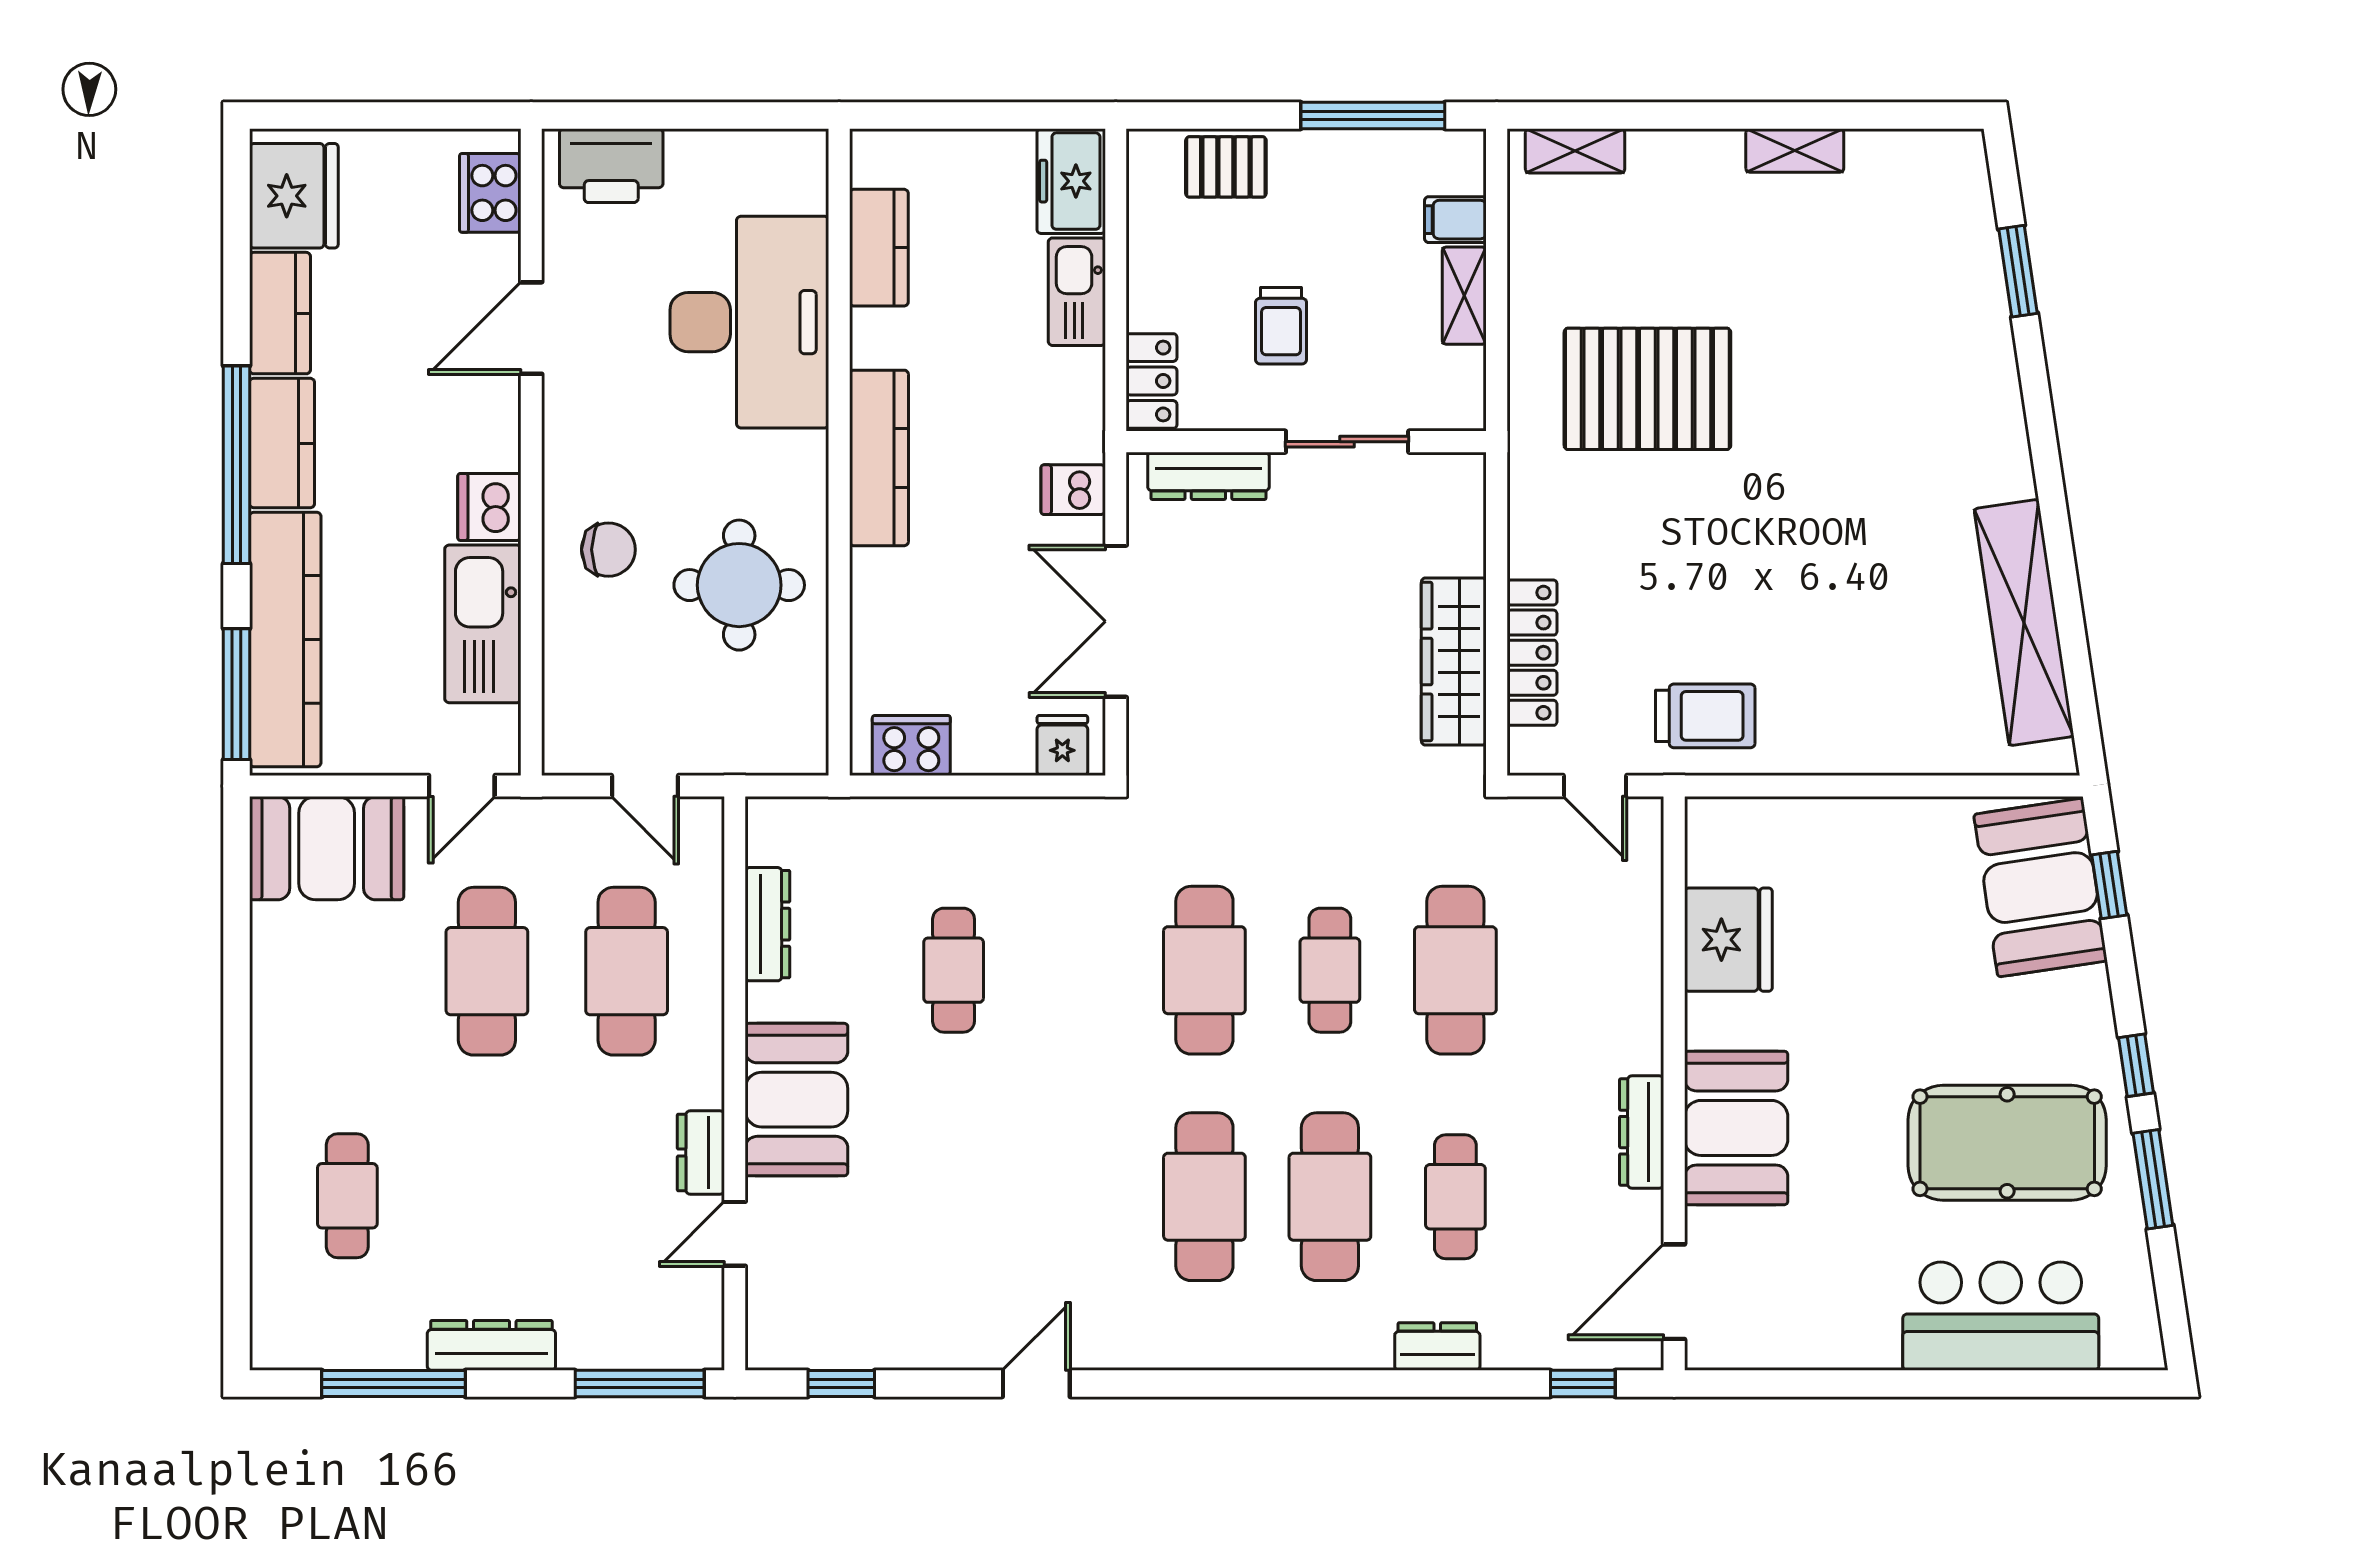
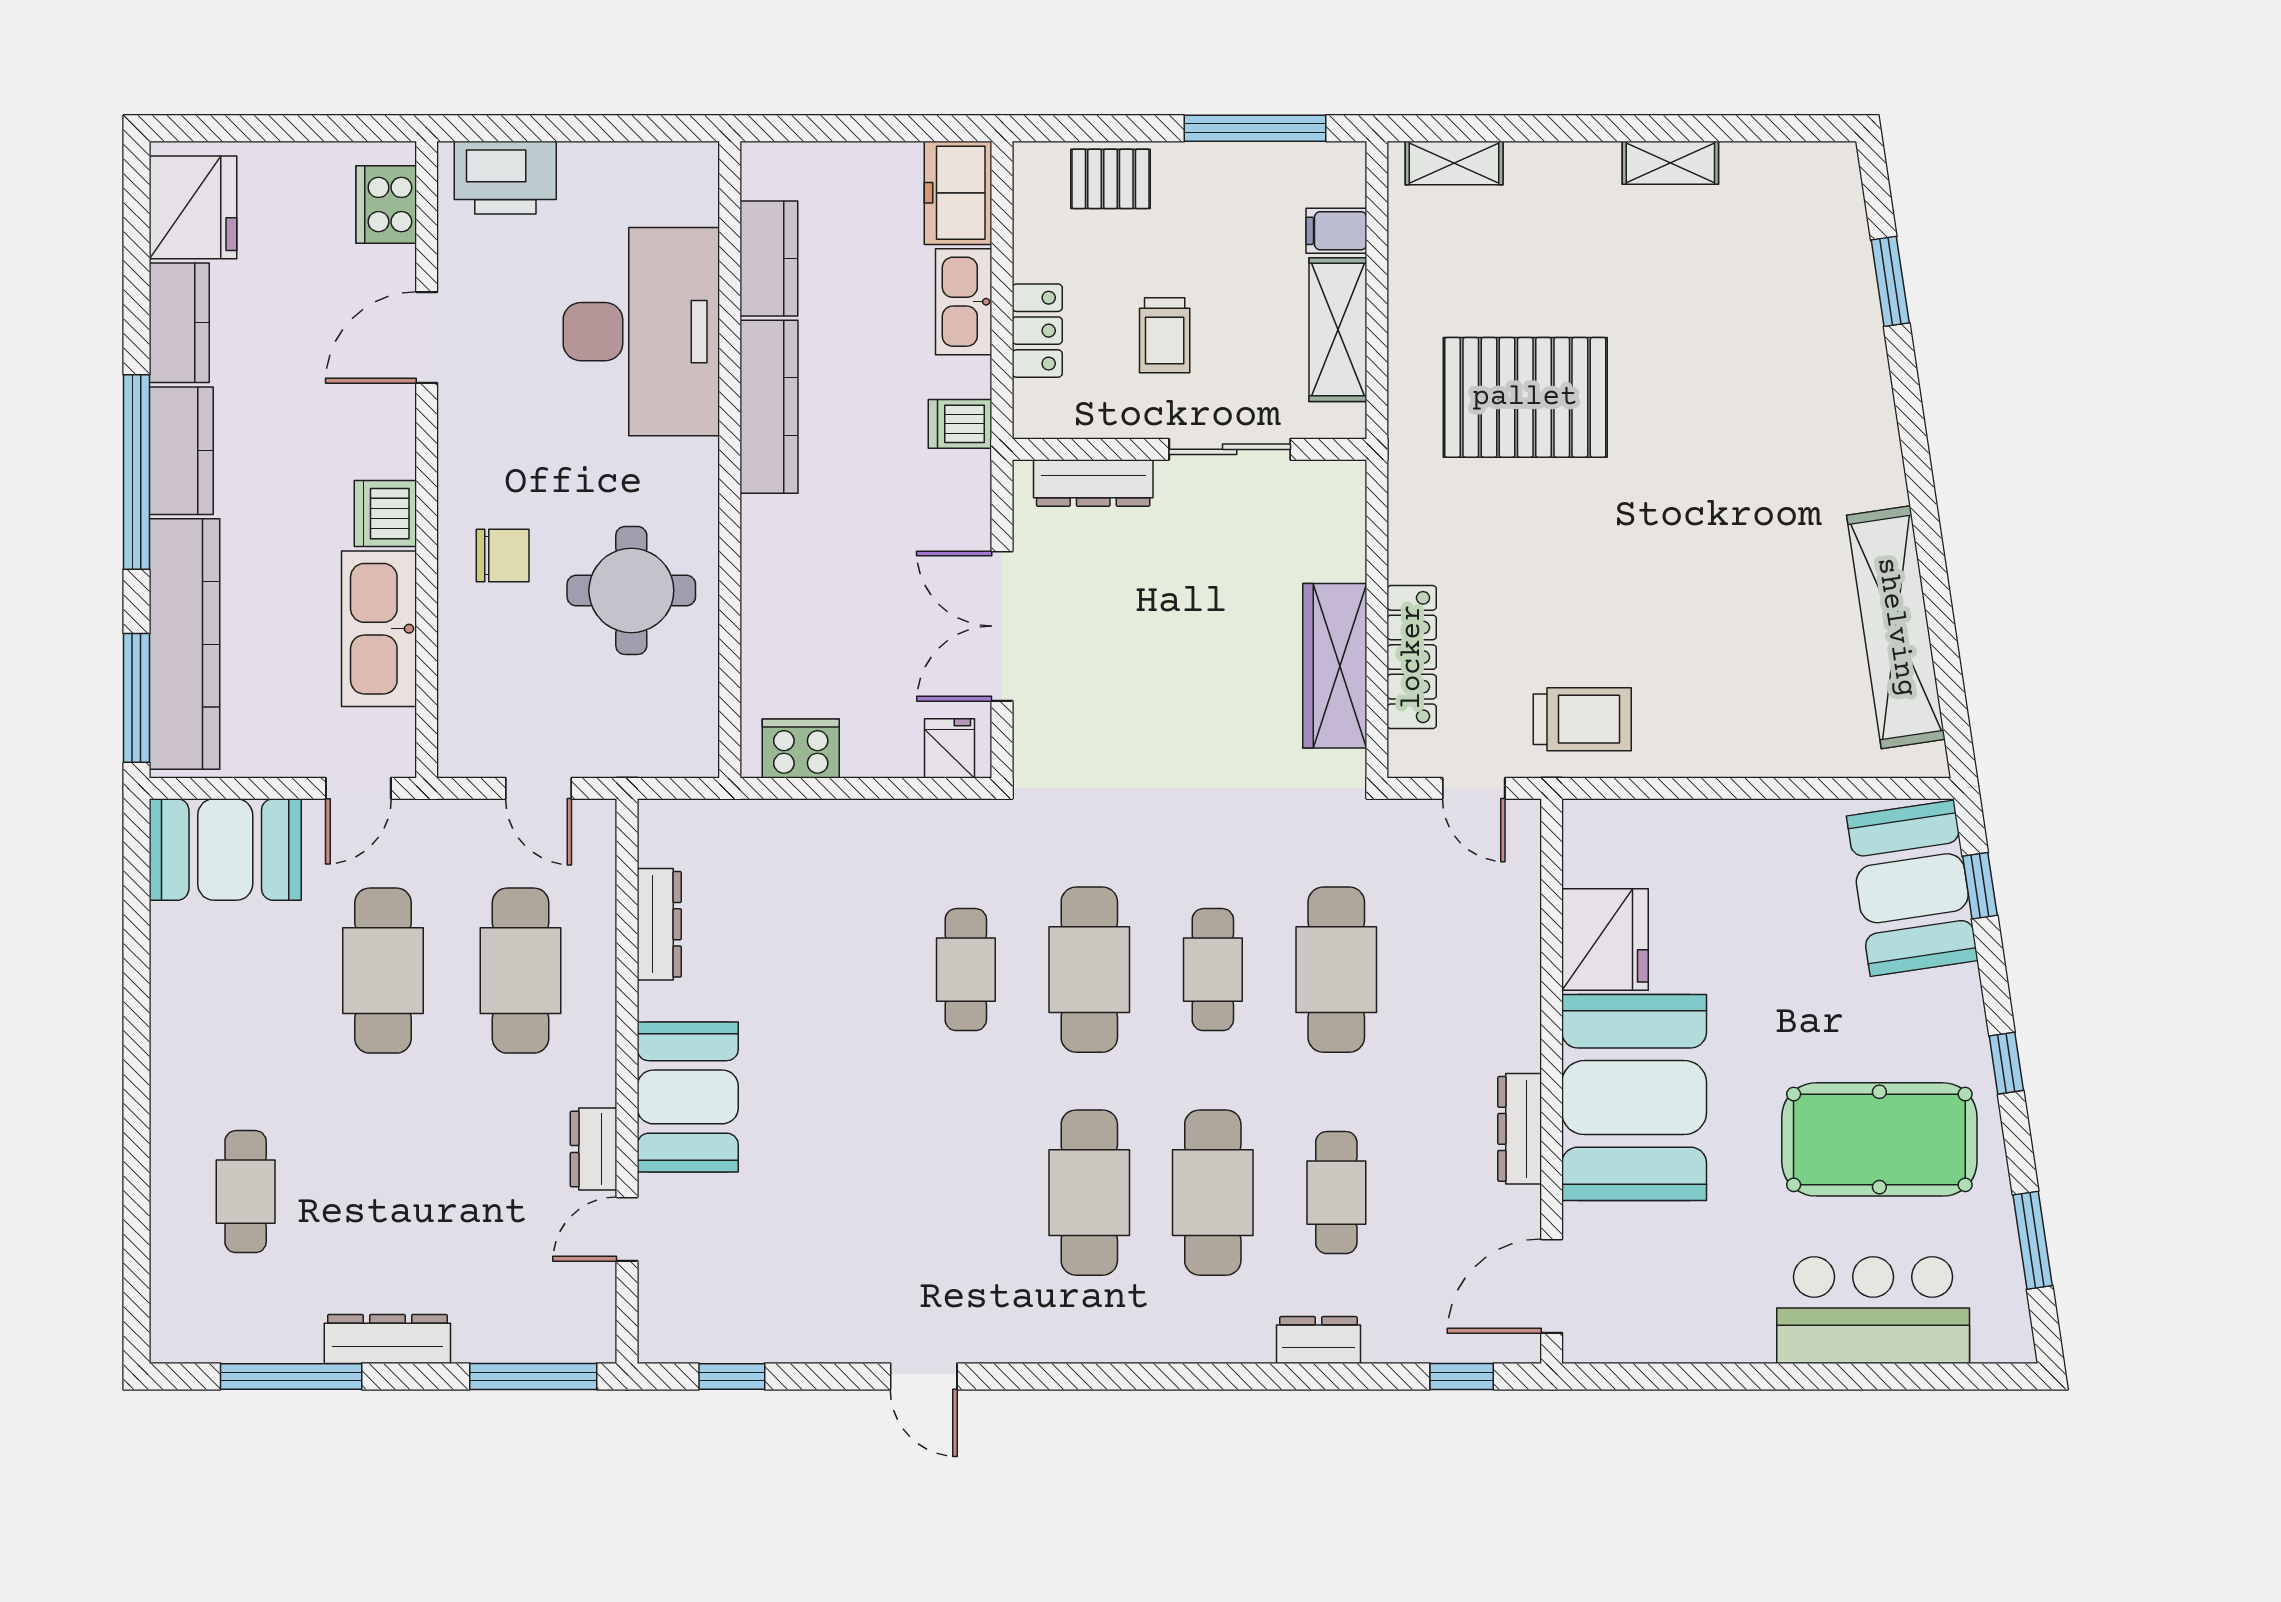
shelving: (1464, 296) -> (1338, 330), width x1.50, depth x1.33
locker: (1152, 381) -> (1037, 331), moved
kitchen counter: (879, 458) -> (769, 407), moved
dishwasher: (1073, 490) -> (960, 424), moved
cafe table: (954, 970) -> (966, 970), moved
booth: (1736, 1128) -> (1634, 1098), width x1.36, depth x1.42
window: (2153, 1179) -> (2033, 1240), moved
door: (1036, 1384) -> (924, 1376), swing flipped

